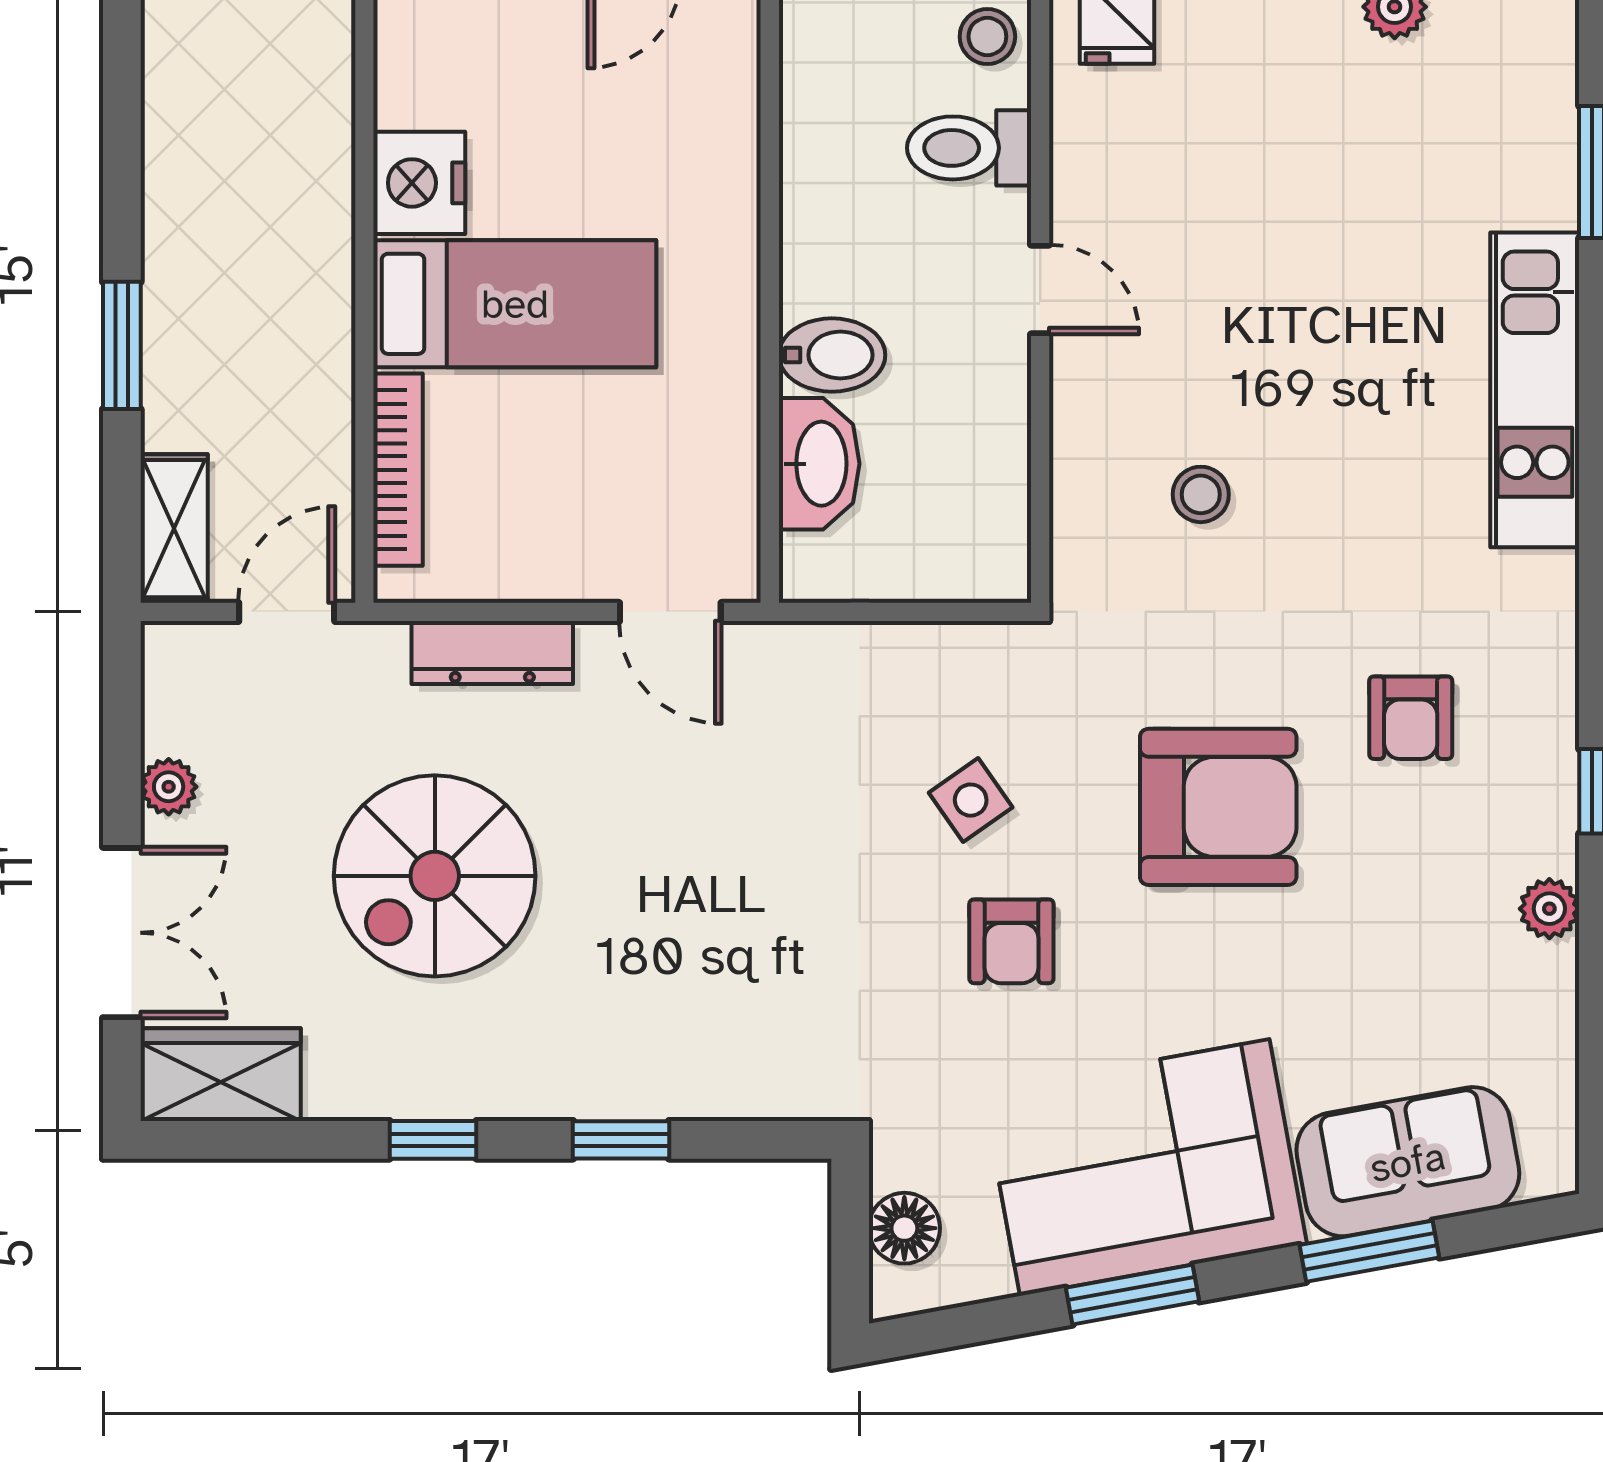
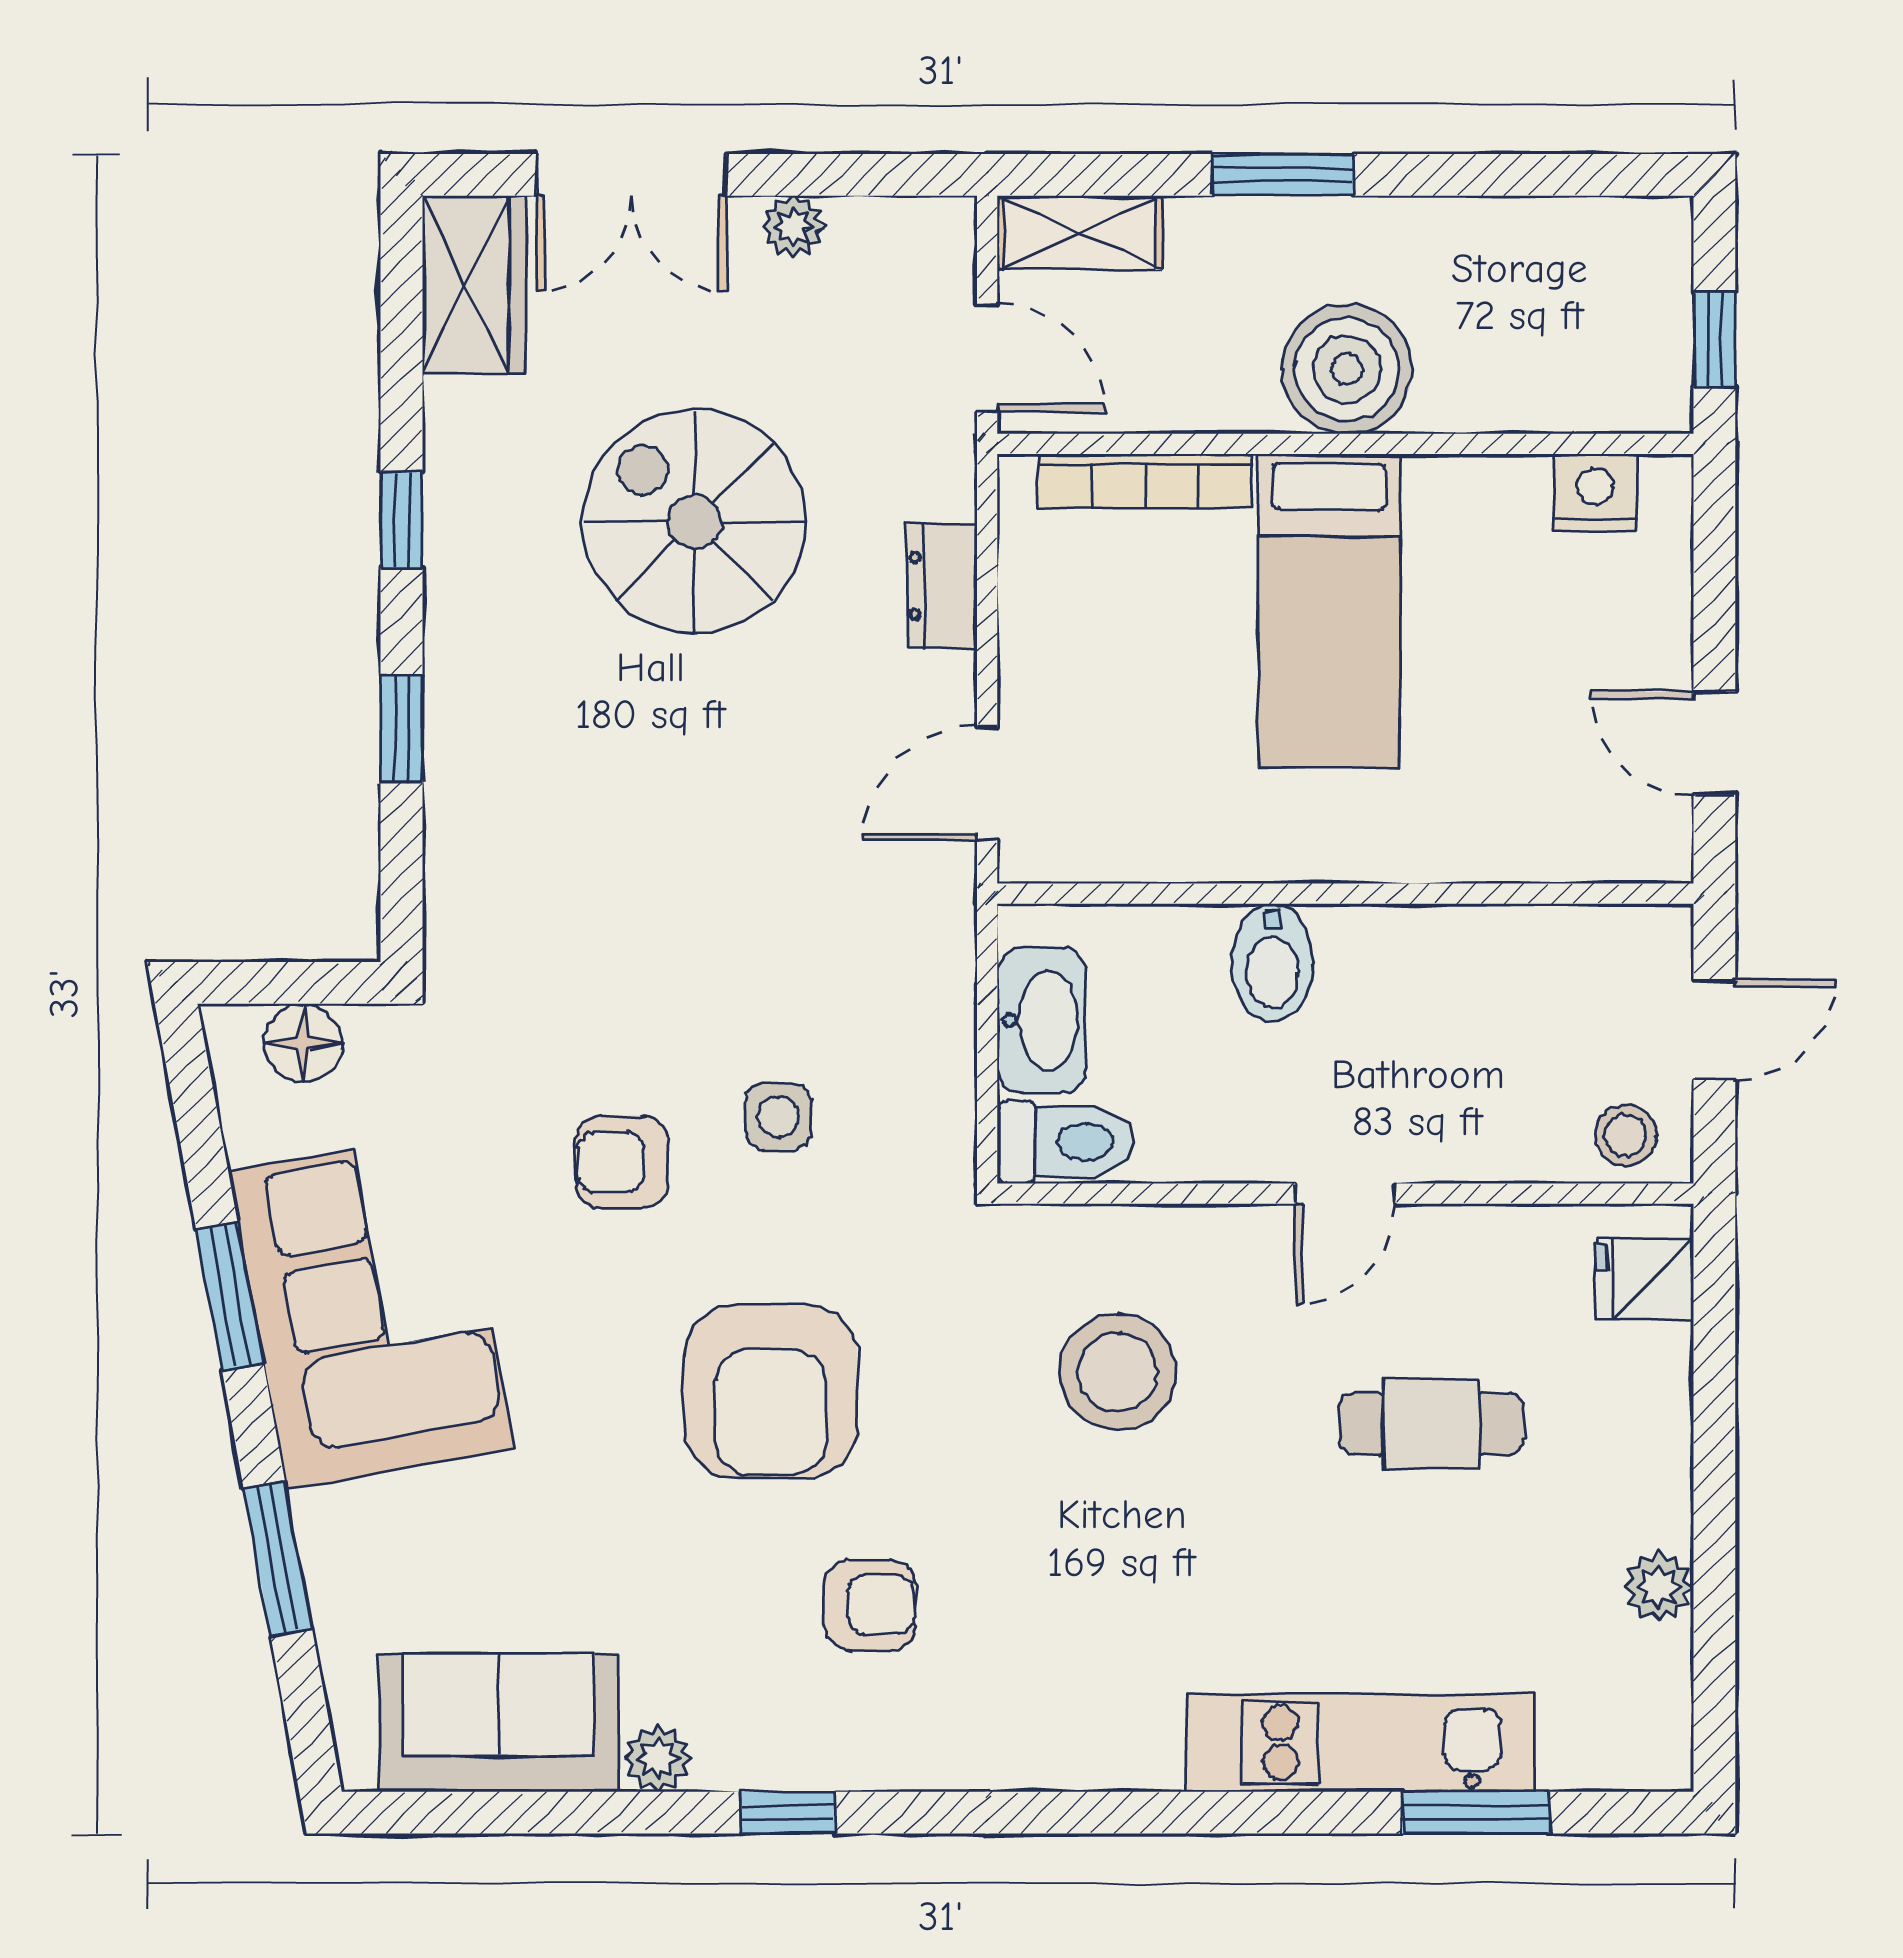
toilet: (969, 148) -> (1066, 1142), moved, turned 90
nightstand: (419, 183) -> (1596, 492), moved, width x0.74, depth x0.75
cafe table: (1248, 212) -> (1431, 1424), added
boiler: (297, 288) -> (1347, 369), added
kitchen unit: (1535, 390) -> (1361, 1743), moved
washbasin: (819, 464) -> (1042, 1020), moved, turned -90
stool: (1201, 494) -> (1118, 1372), width x1.89, depth x1.89
dresser: (492, 653) -> (942, 586), width x0.70
armchair: (1411, 718) -> (870, 1605), turned 180
side table: (971, 800) -> (778, 1117), turned 35
sofa: (1408, 1162) -> (499, 1723), moved, turned -80

